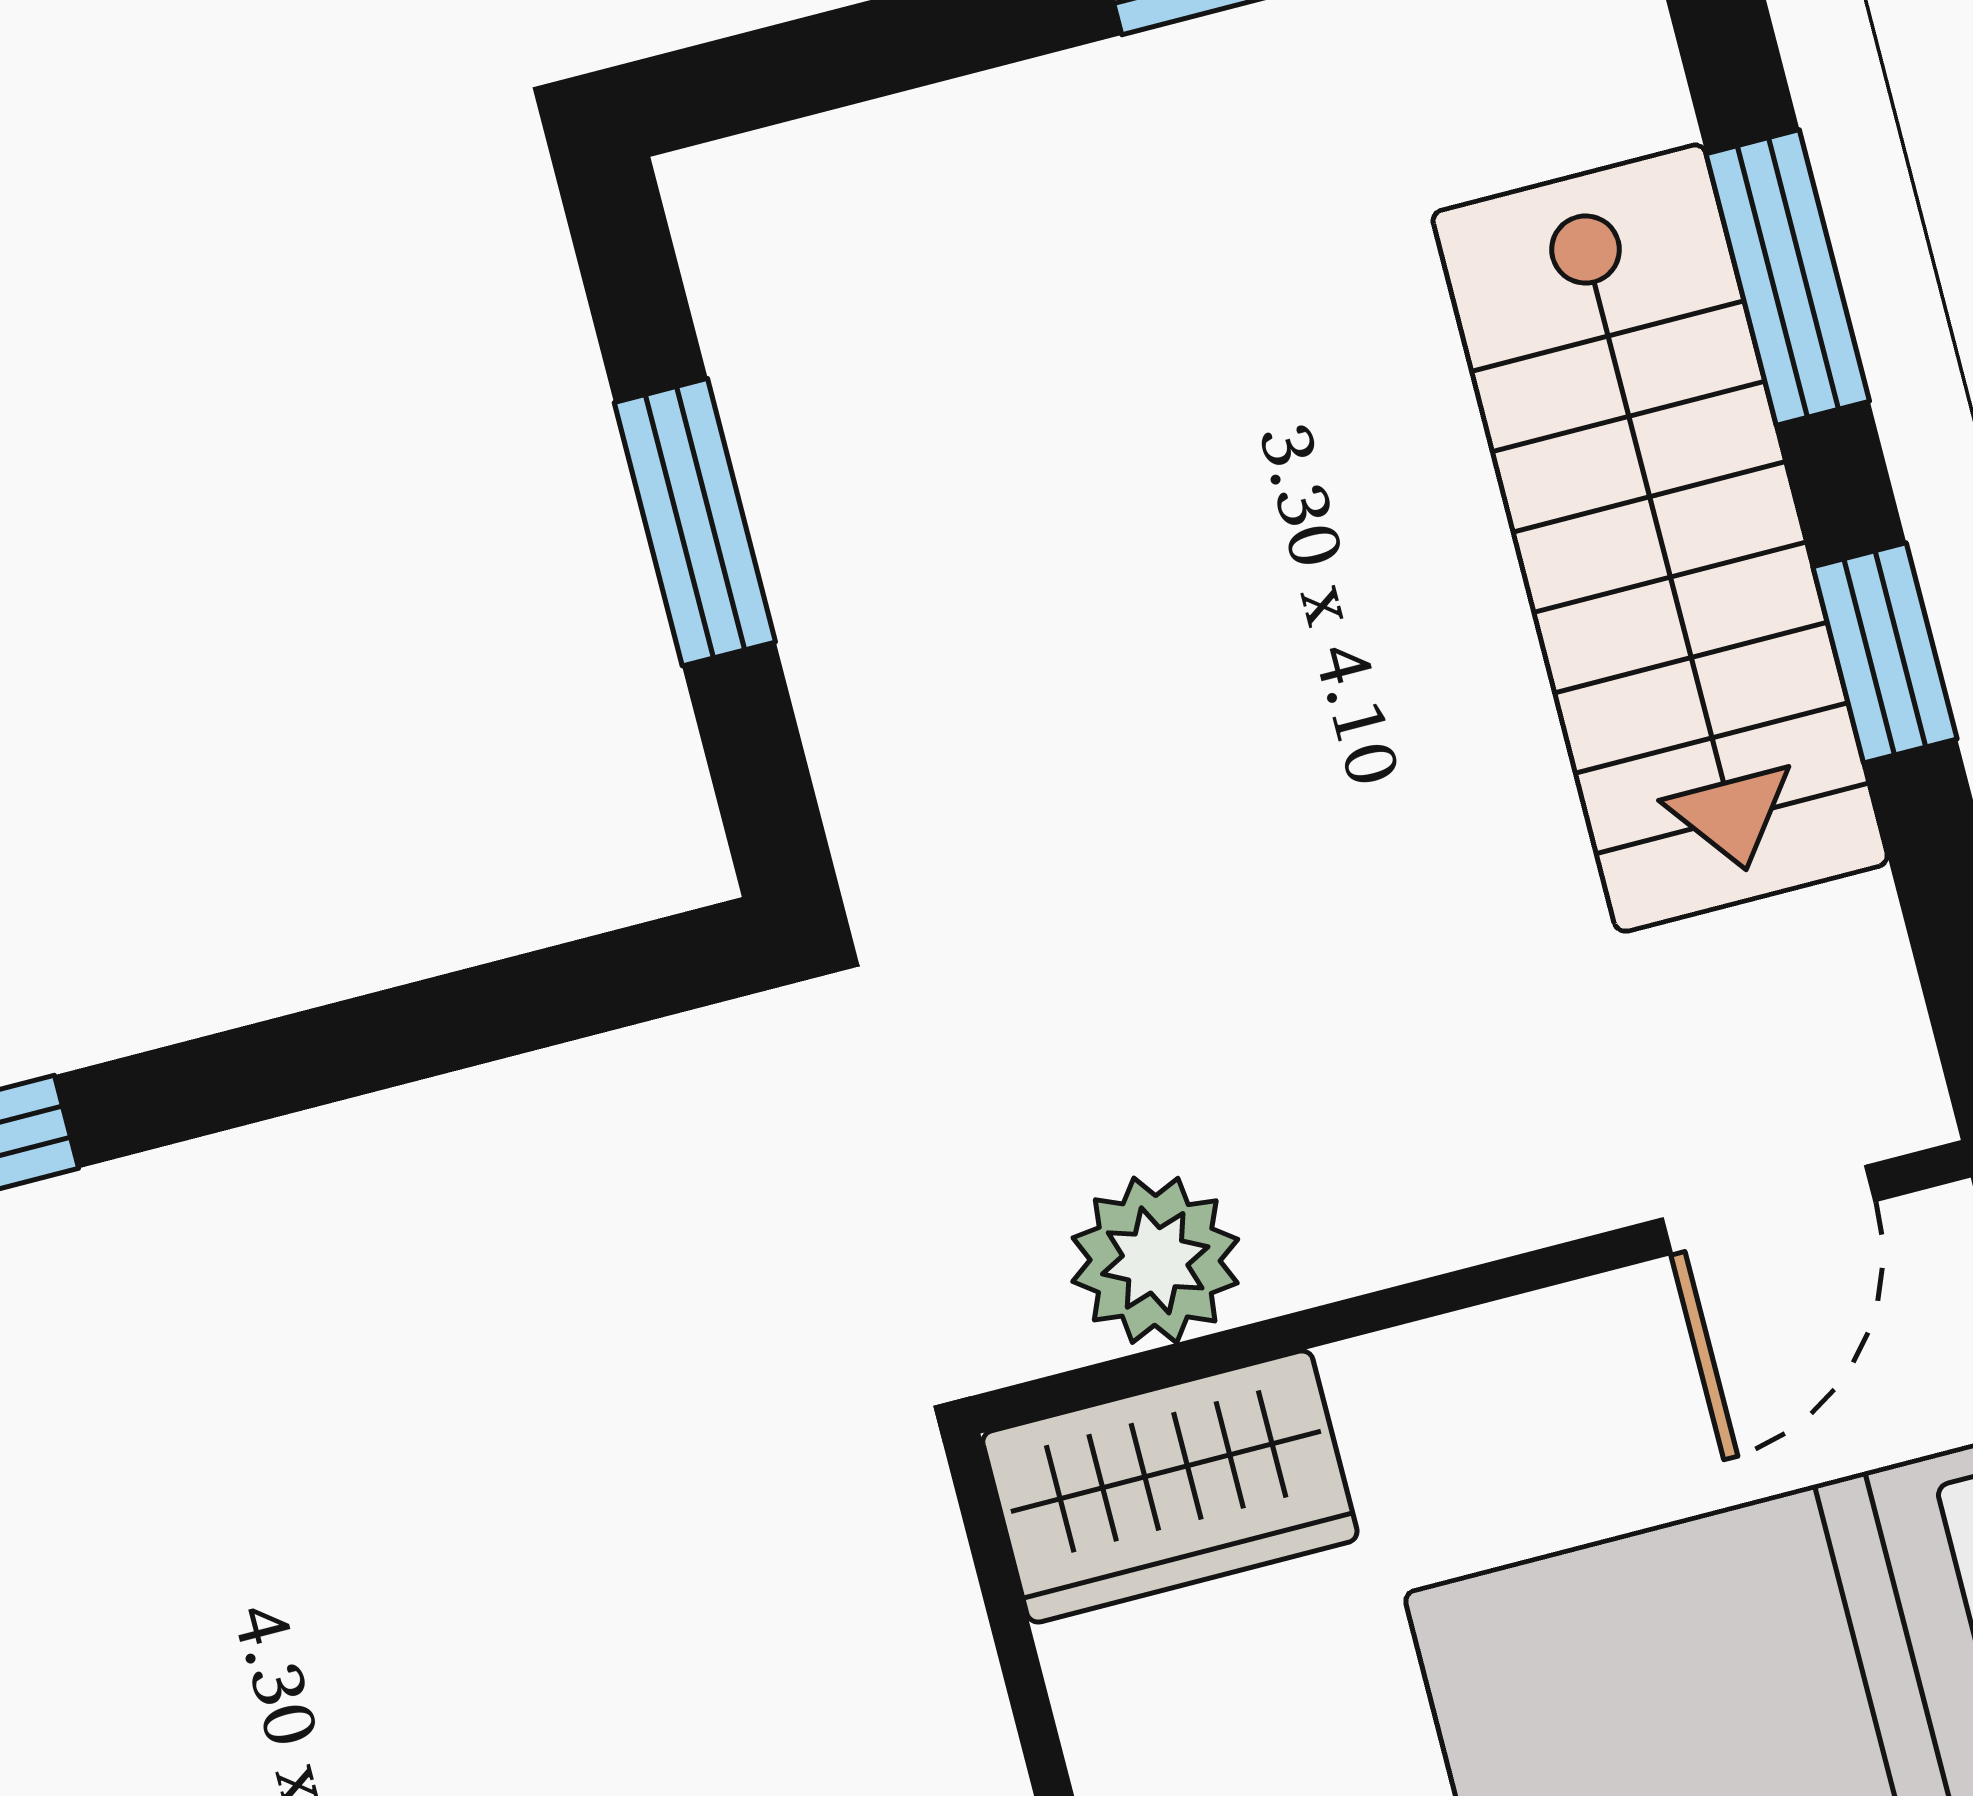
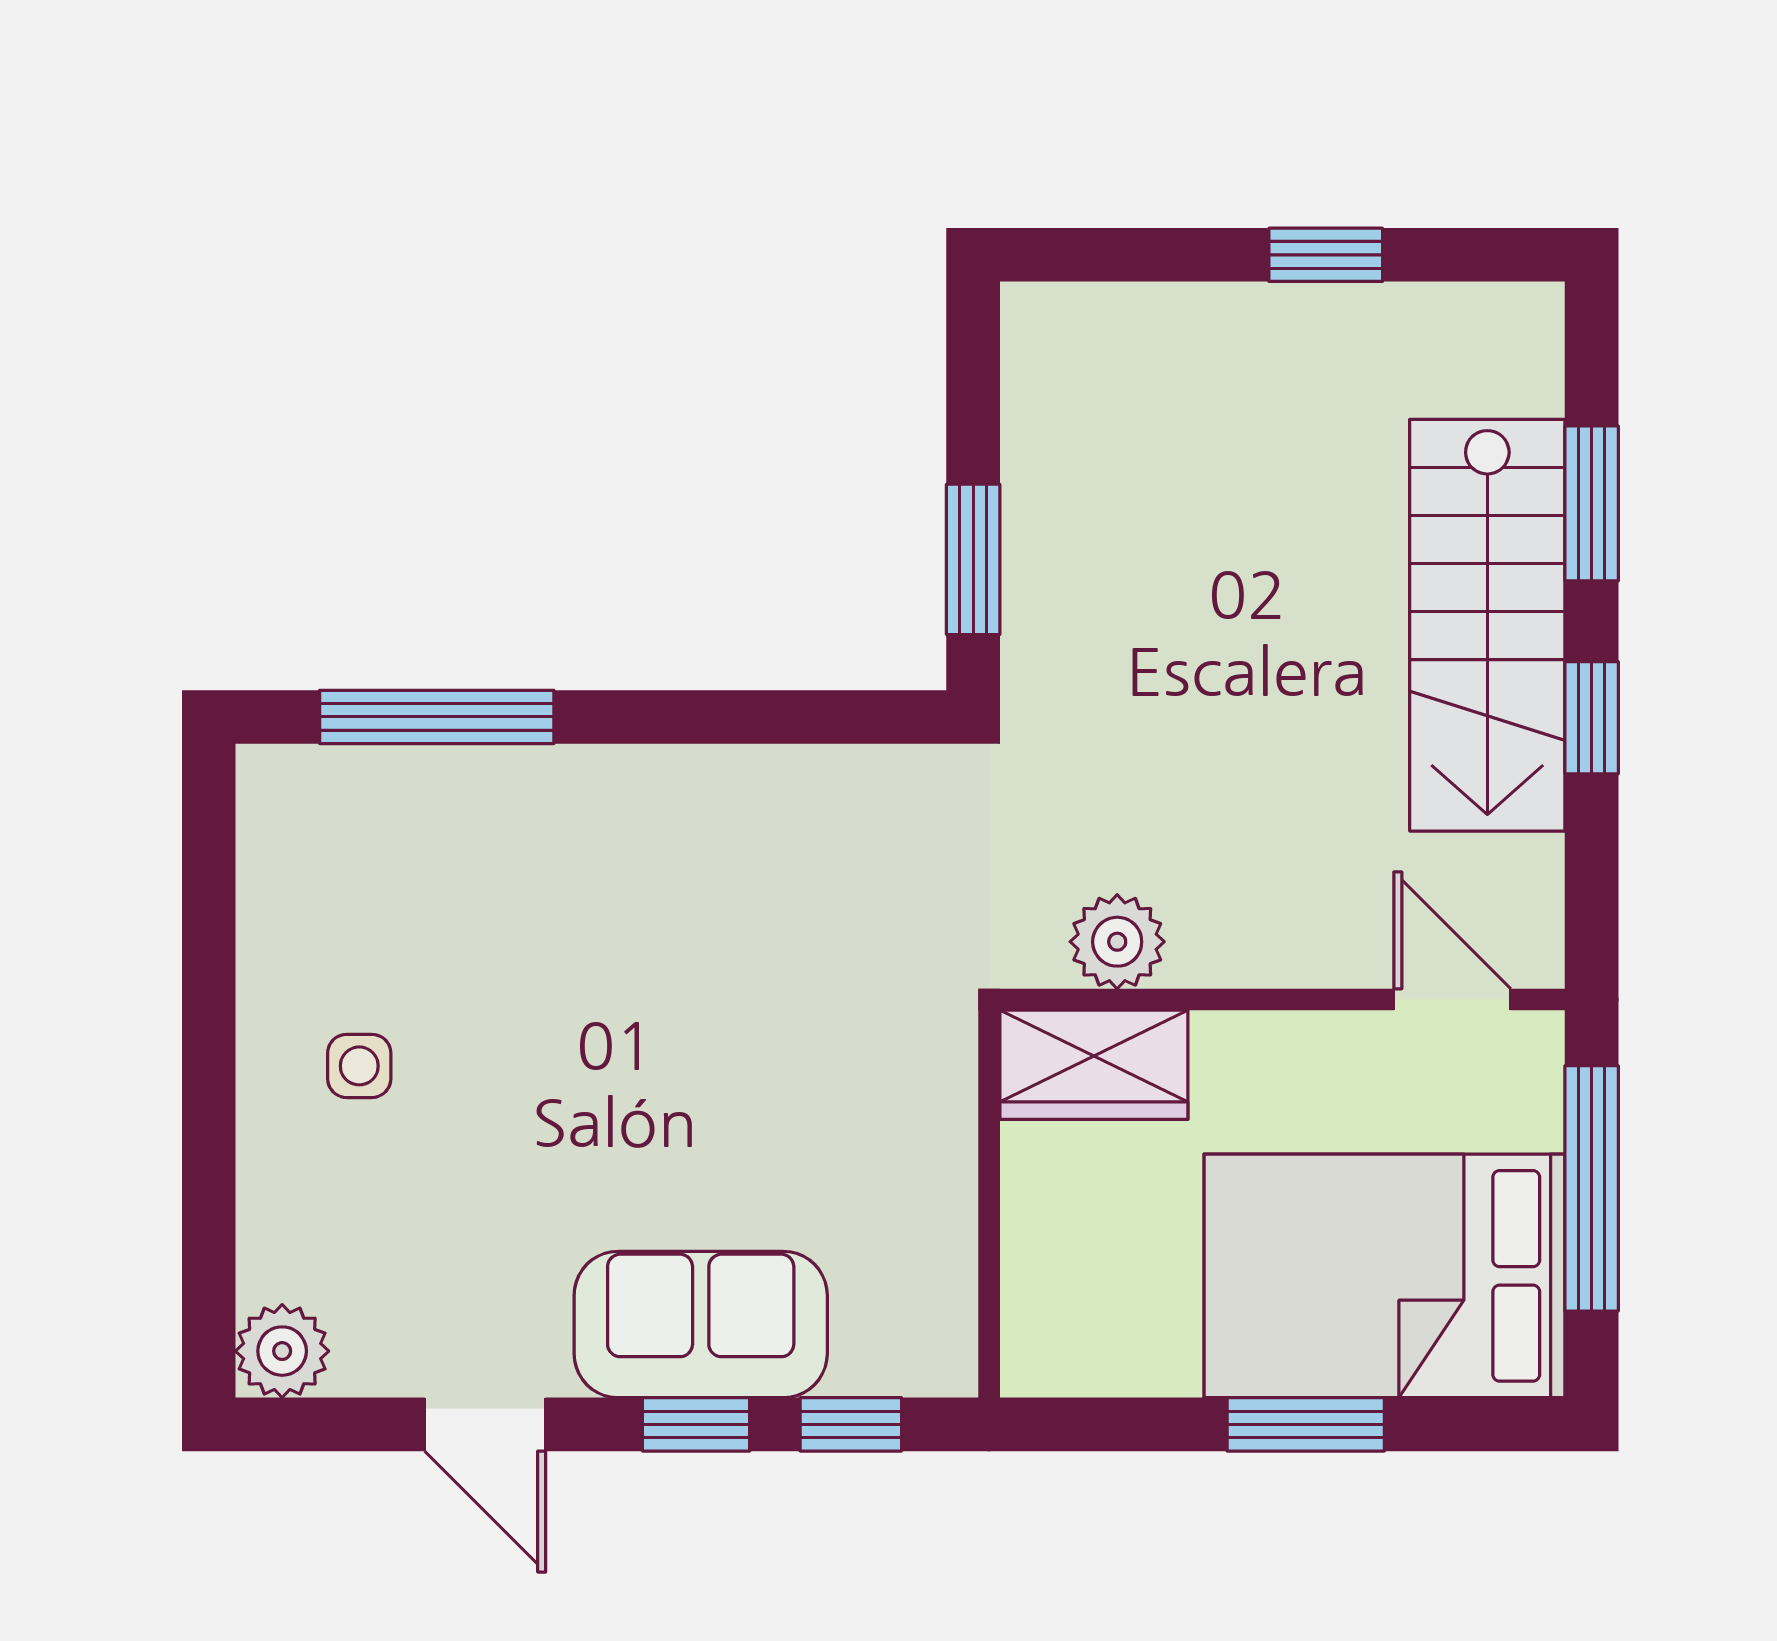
window: (695, 522) -> (973, 559), moved
door: (1768, 1210) -> (1452, 1000), swing flipped

